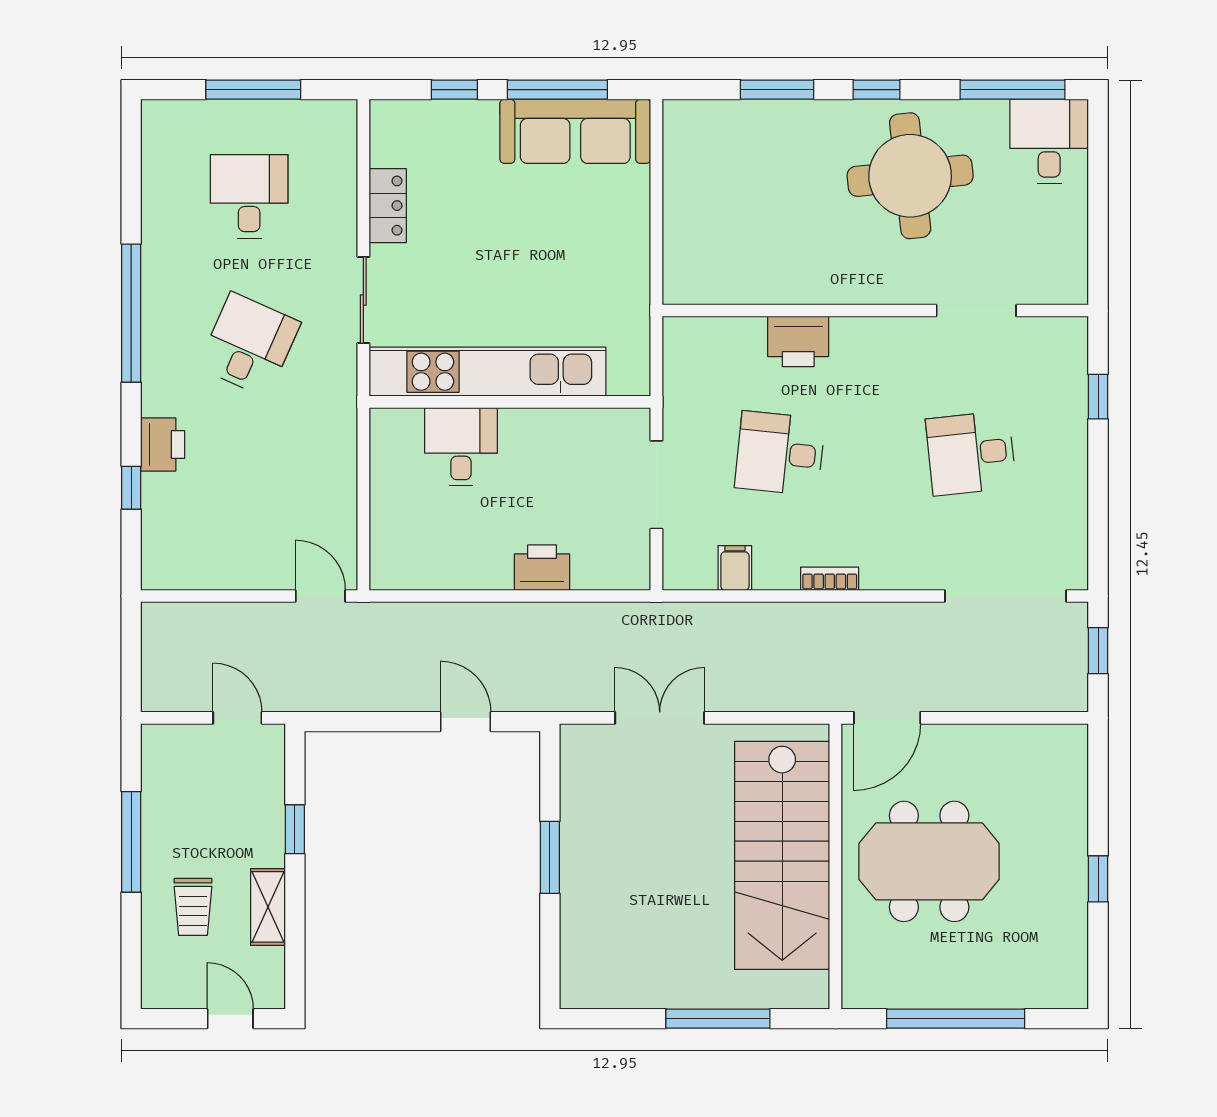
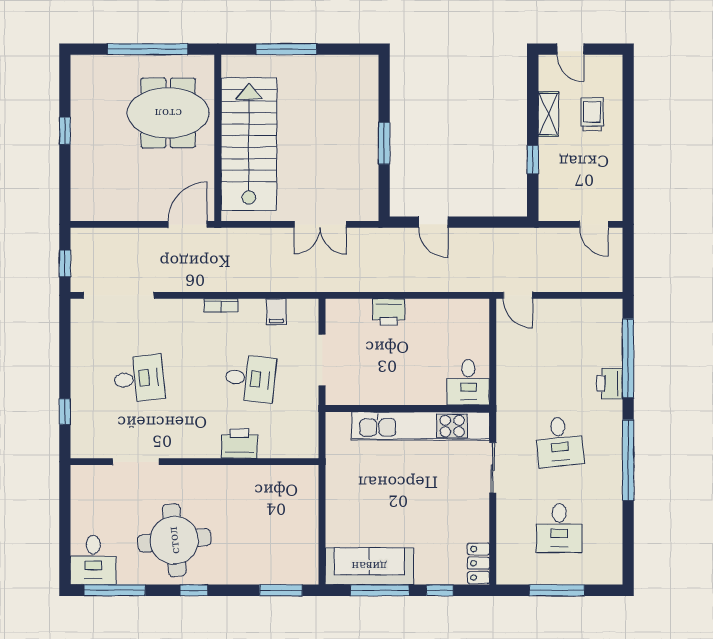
window: (777, 90) -> (281, 590), moved
locker: (388, 206) -> (479, 563), moved
desk: (249, 345) -> (559, 442), turned -30
desk: (461, 447) -> (468, 382), moved
window: (131, 488) -> (628, 358), width x3.17
door: (237, 718) -> (594, 224), moved
window: (131, 842) -> (628, 152), removed
meeting table: (929, 861) -> (168, 113), moved

